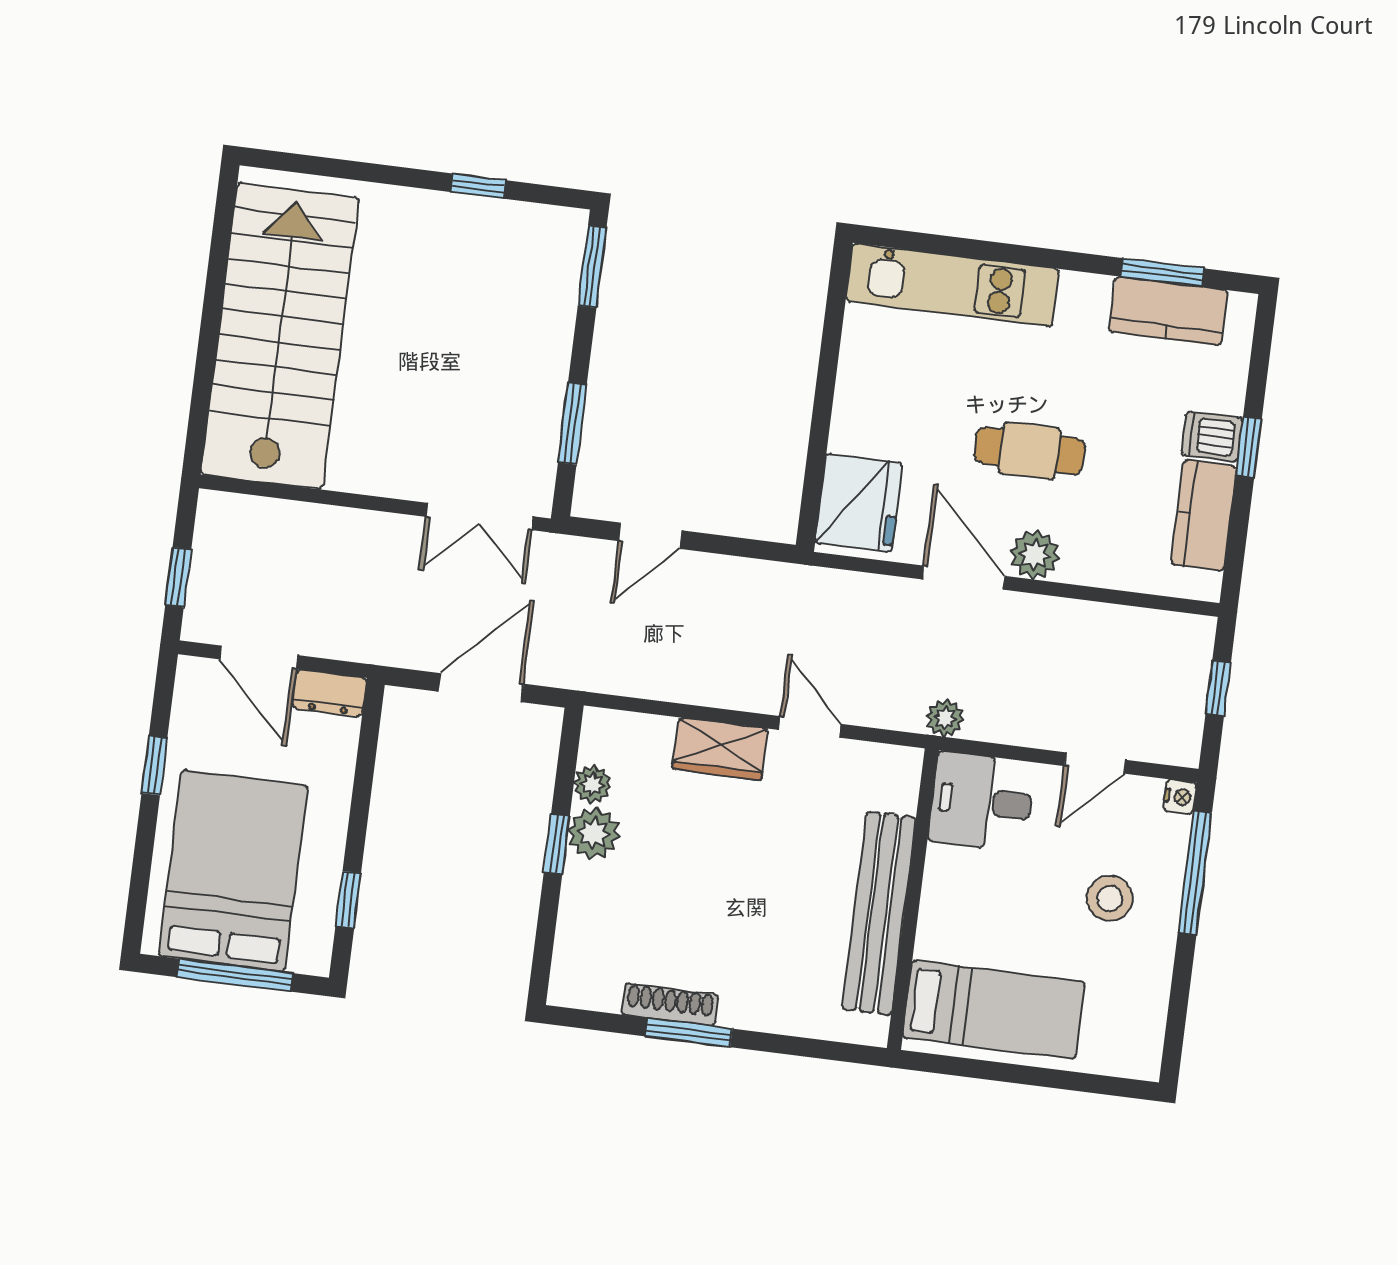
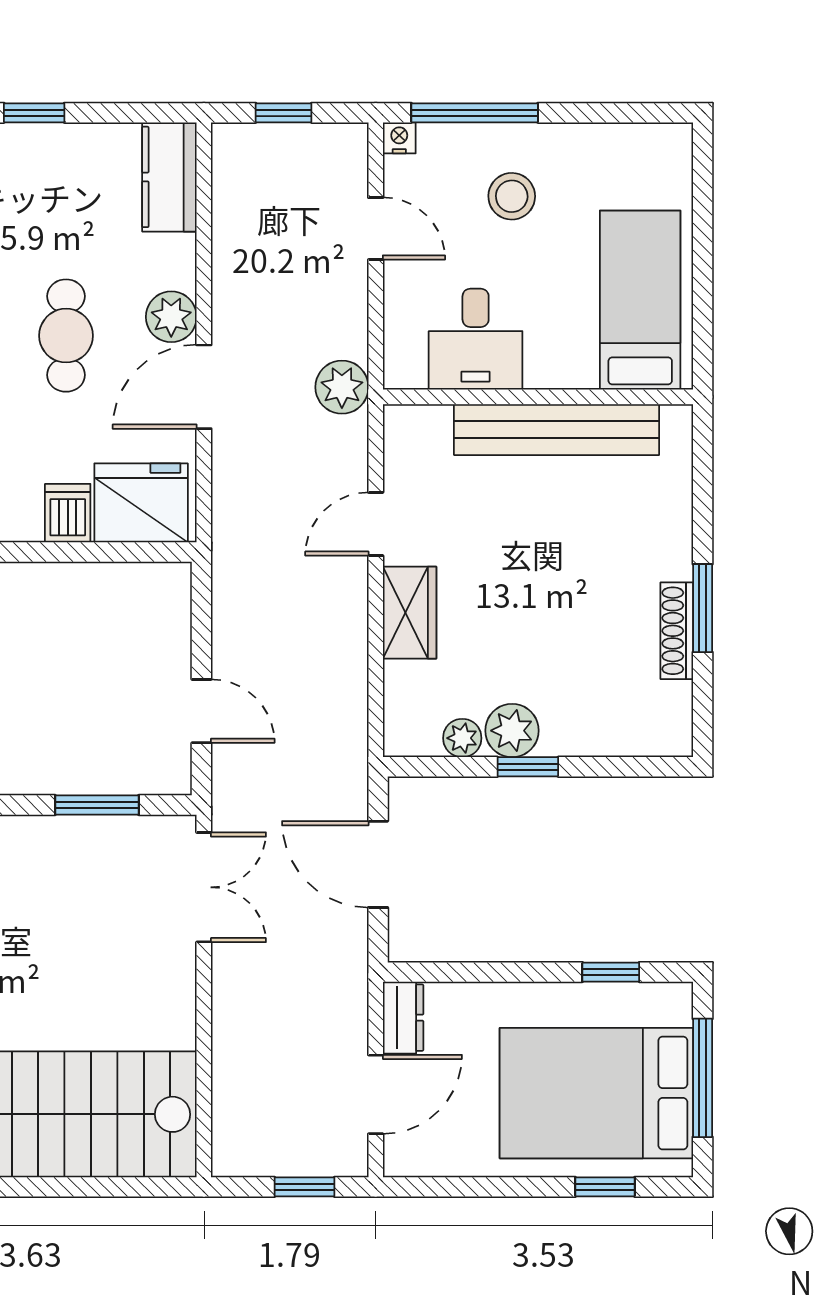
dishwasher: (1212, 437) -> (68, 513), moved, turned 180
kitchen counter: (1204, 515) -> (169, 177), moved, turned 90
plant: (945, 718) -> (342, 387), width x1.38, depth x1.38
window: (154, 766) -> (605, 1187), moved
desk: (982, 802) -> (476, 339), moved

